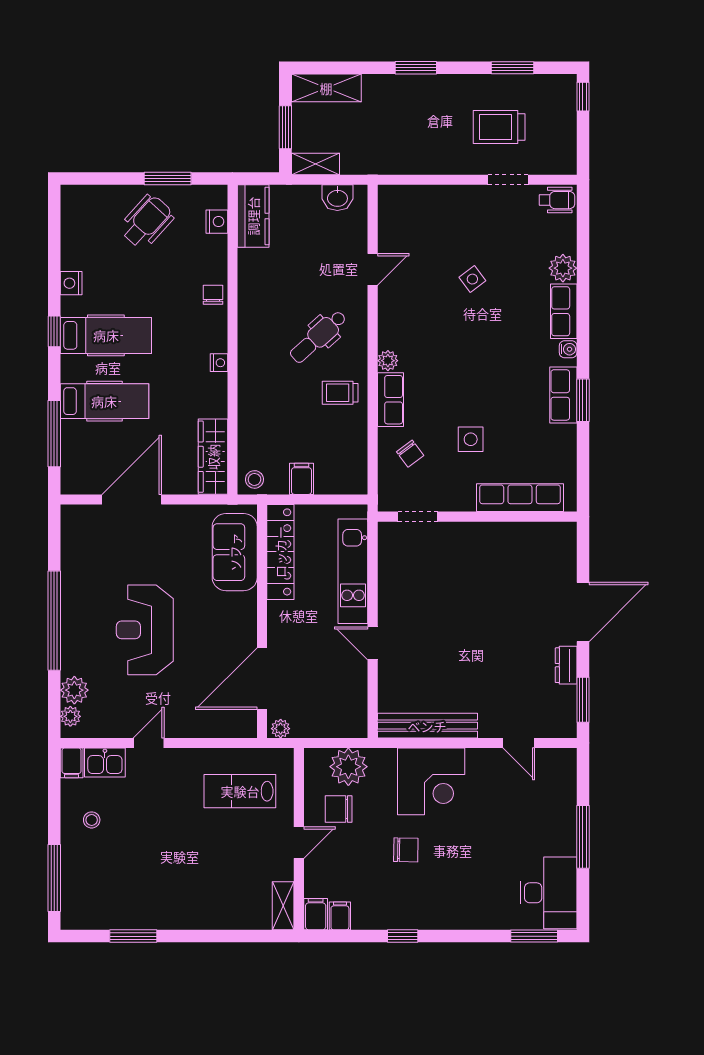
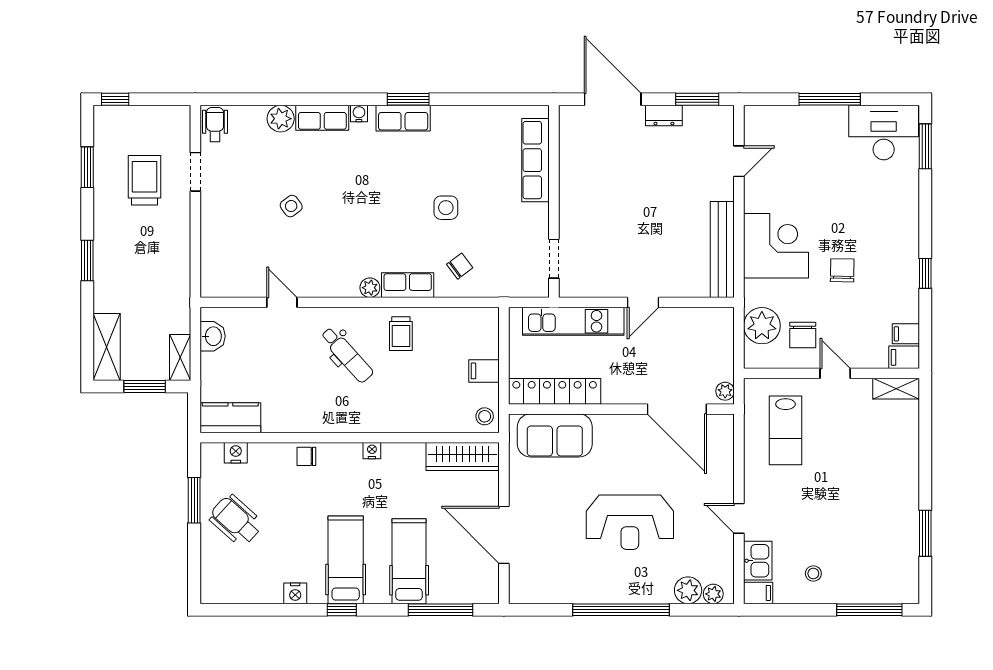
trolley: (499, 127) -> (144, 180), turned 180
row of seats: (520, 498) -> (535, 160), moved
doorway: (418, 517) -> (554, 259), moved
wall: (477, 517) -> (554, 201), moved

